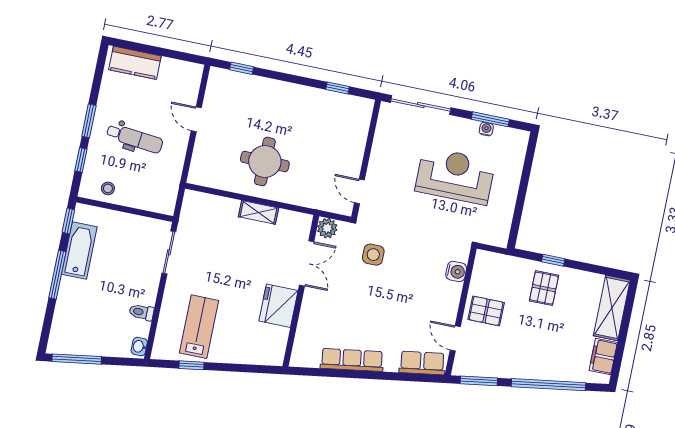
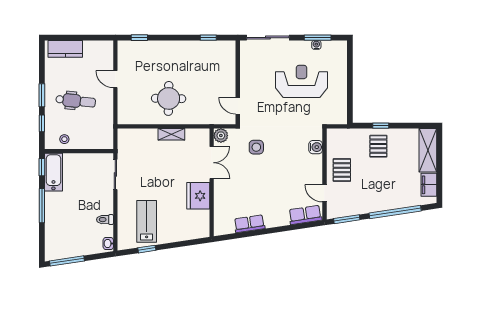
bathtub: (79, 250) -> (53, 172), moved
pallet: (486, 311) -> (342, 170), turned 90
row of seats: (352, 360) -> (249, 224), width x0.68

